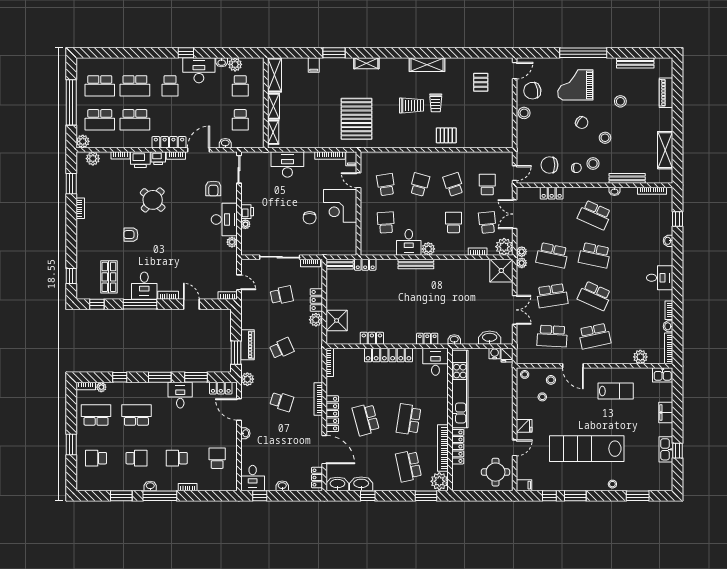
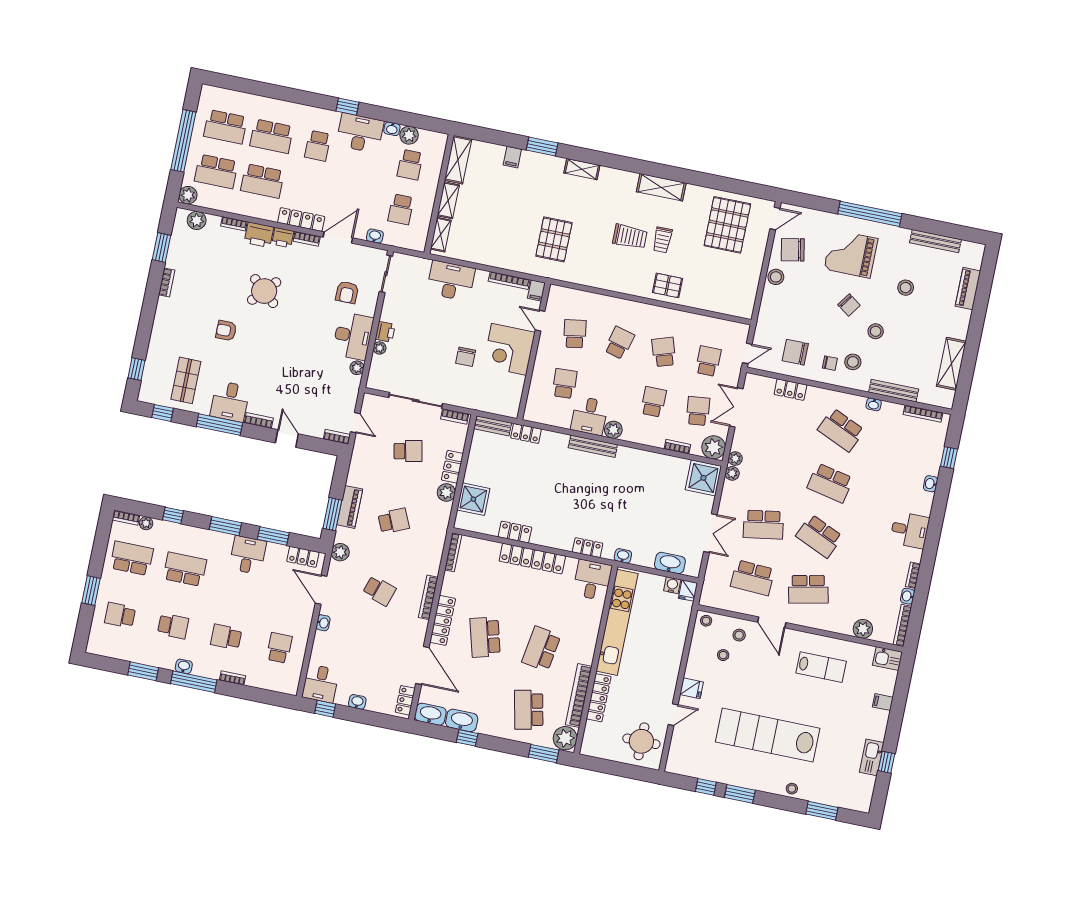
pallet: (481, 82) -> (727, 225), width x2.05, depth x2.00
pallet: (356, 119) -> (554, 239), width x0.73, depth x0.71
school desk: (552, 255) -> (774, 472), removed
filing cabinet: (666, 412) -> (883, 702), width x0.50
filing cabinet: (524, 485) -> (675, 766), removed

